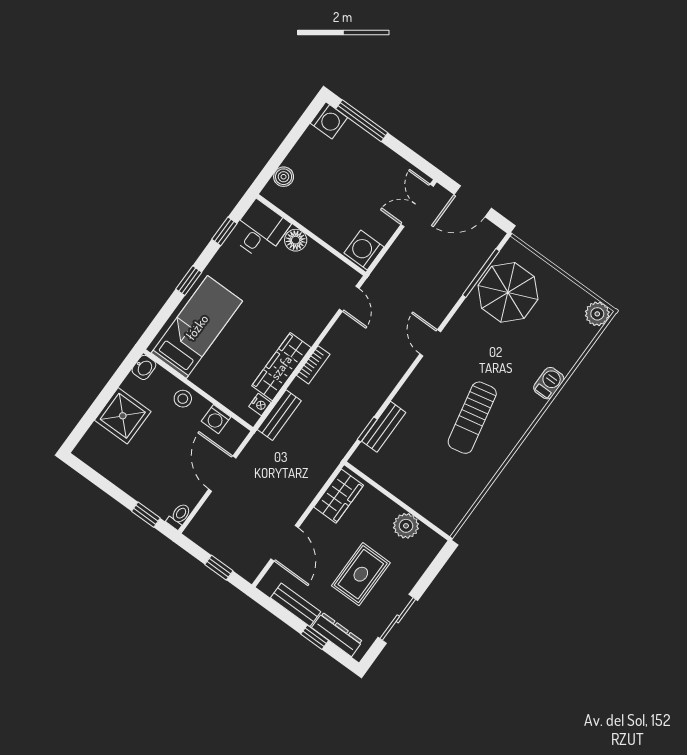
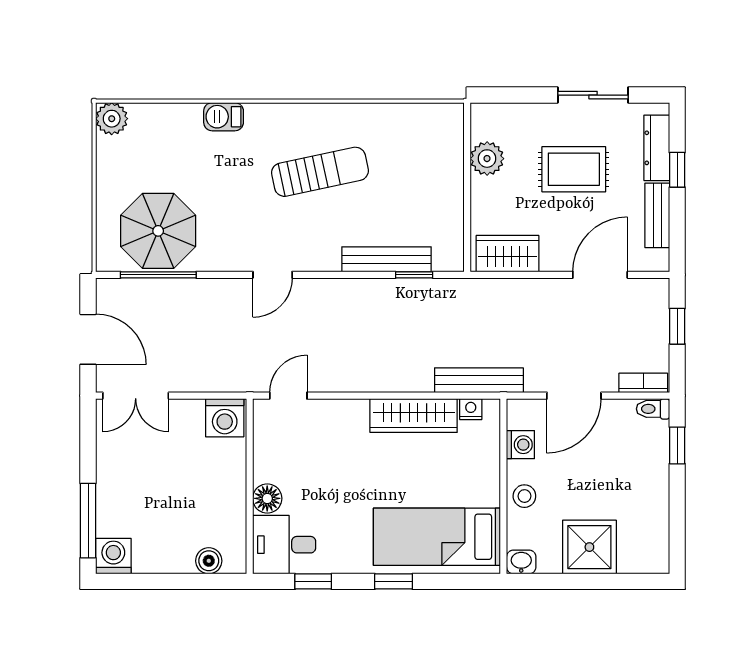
bookcase: (313, 365) -> (643, 383), moved
bench: (279, 415) -> (479, 380), width x1.36
bench: (384, 427) -> (387, 259), width x1.36

